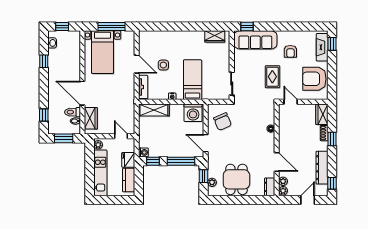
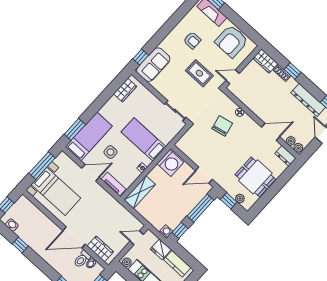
window: (157, 27) -> (75, 129), added
sofa: (255, 40) -> (153, 65), width x0.73
bed: (160, 41) -> (89, 136), added
chair: (223, 122) -> (222, 126), moved, turned -79

